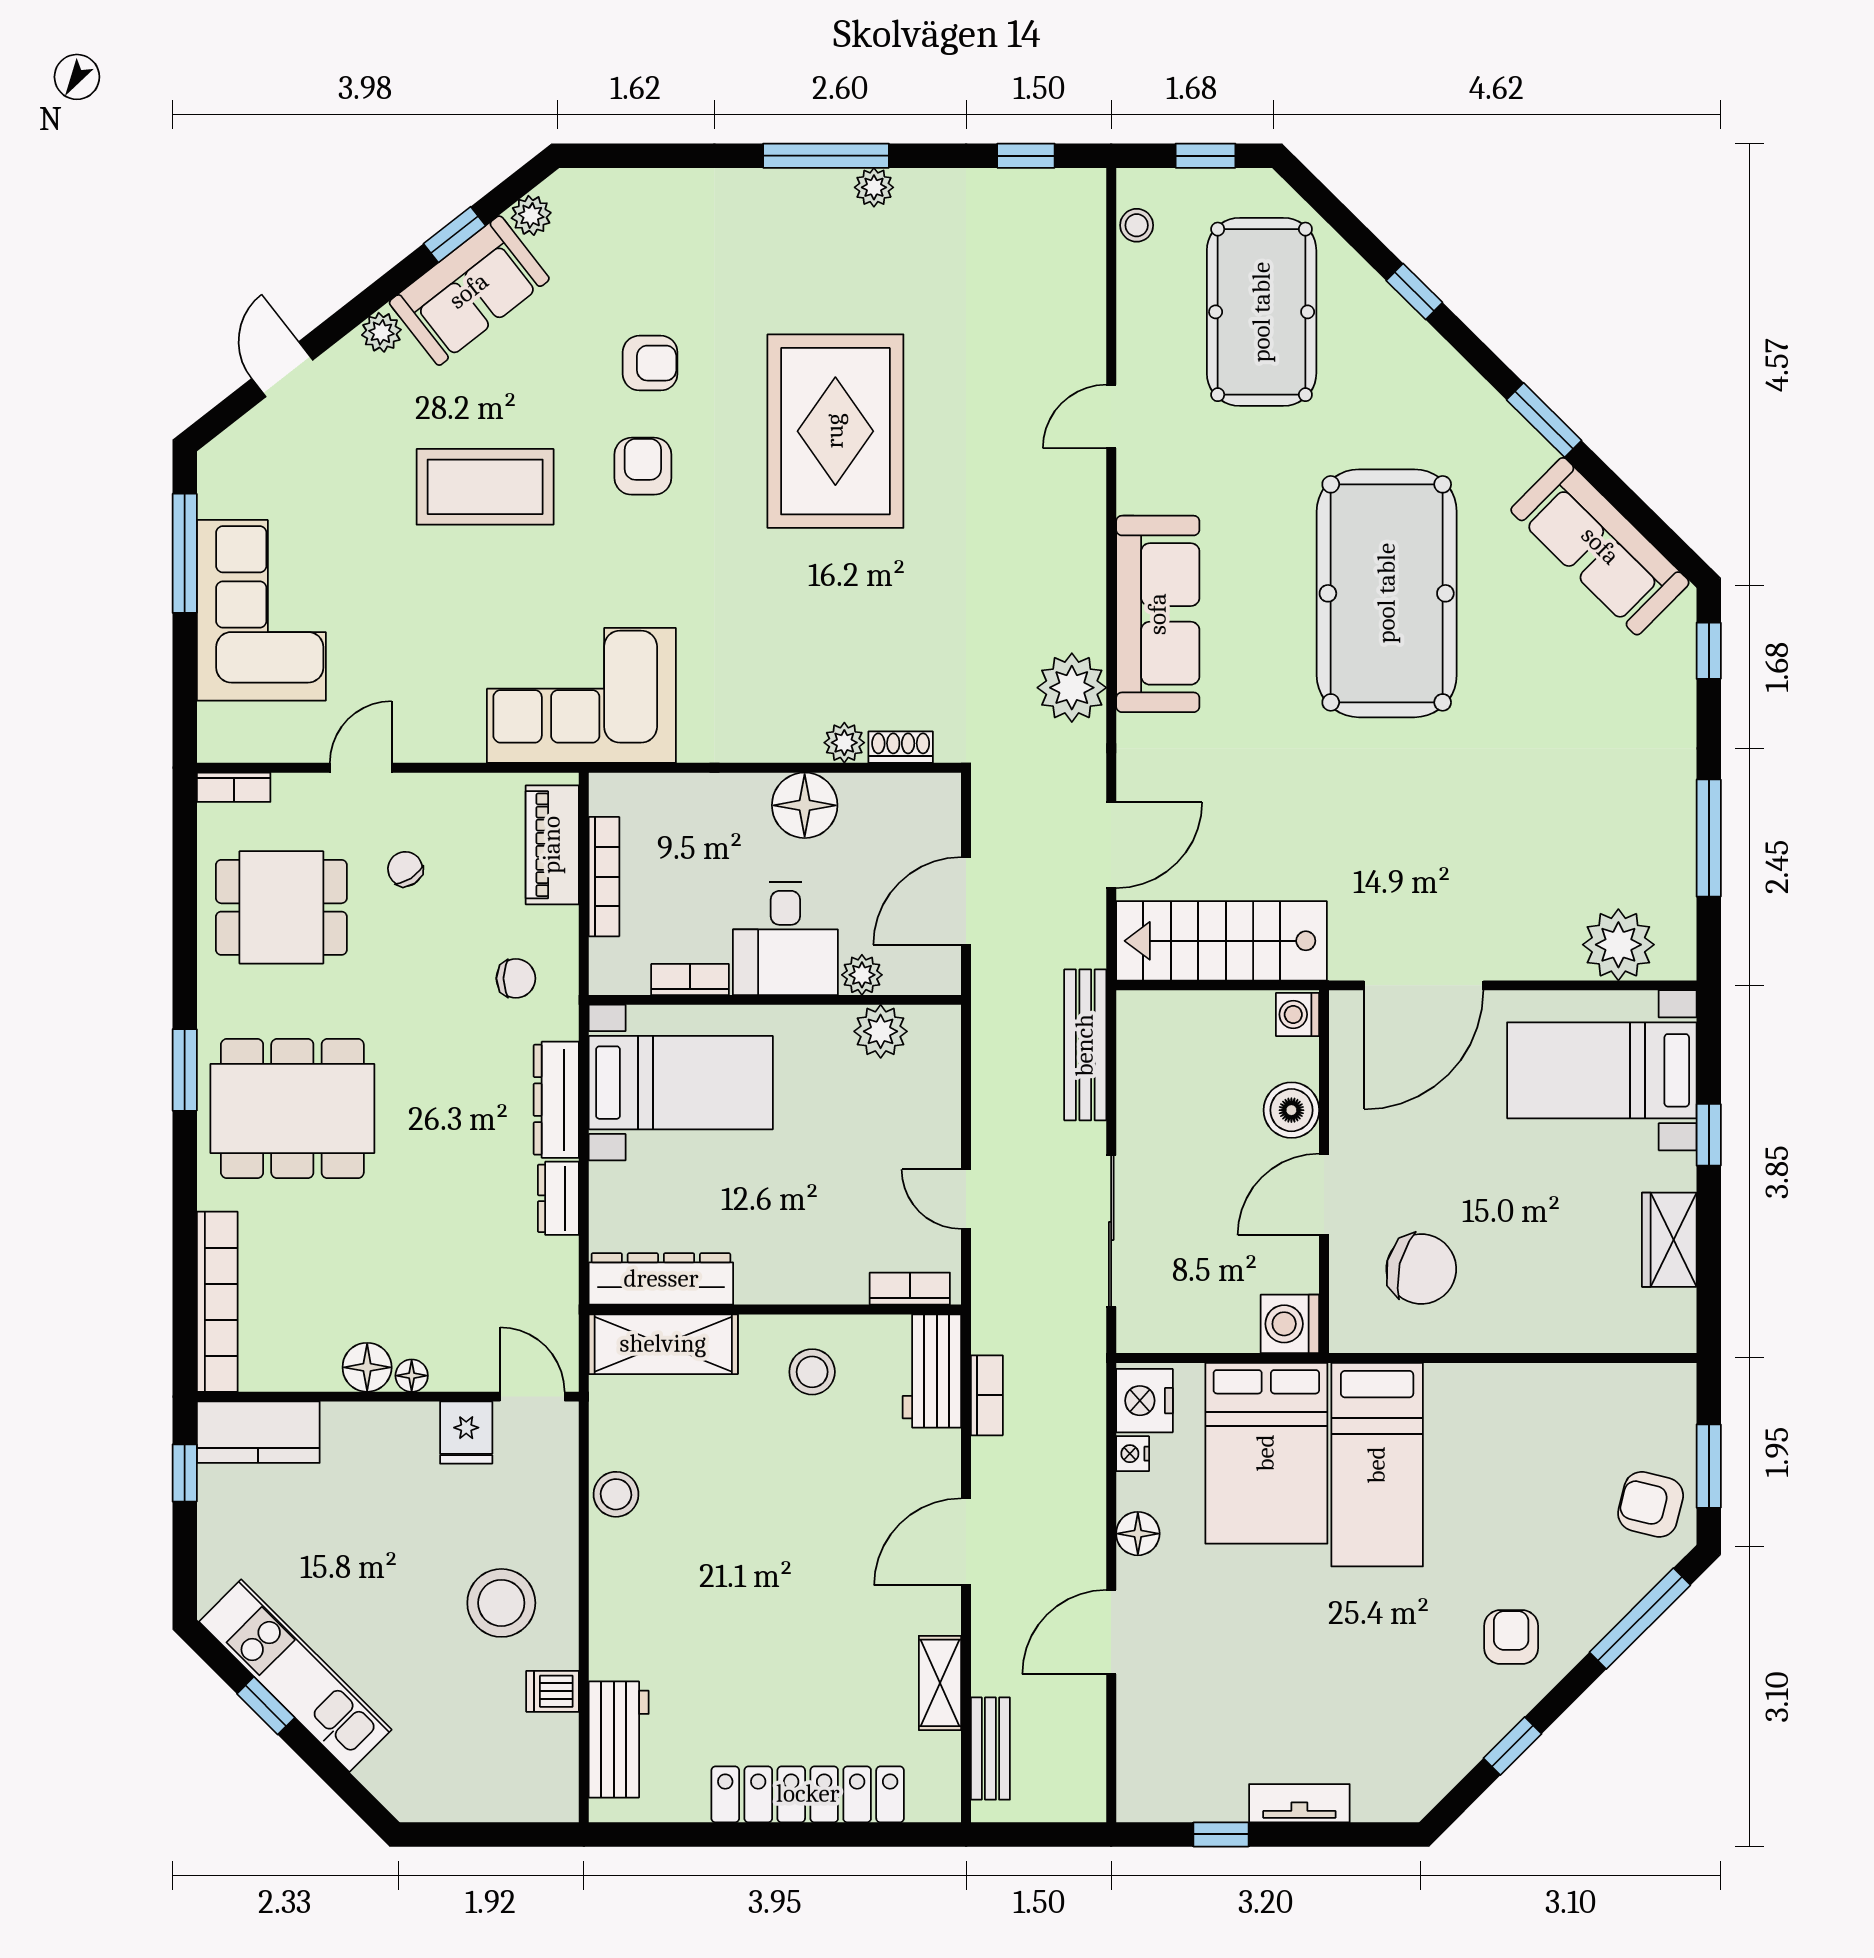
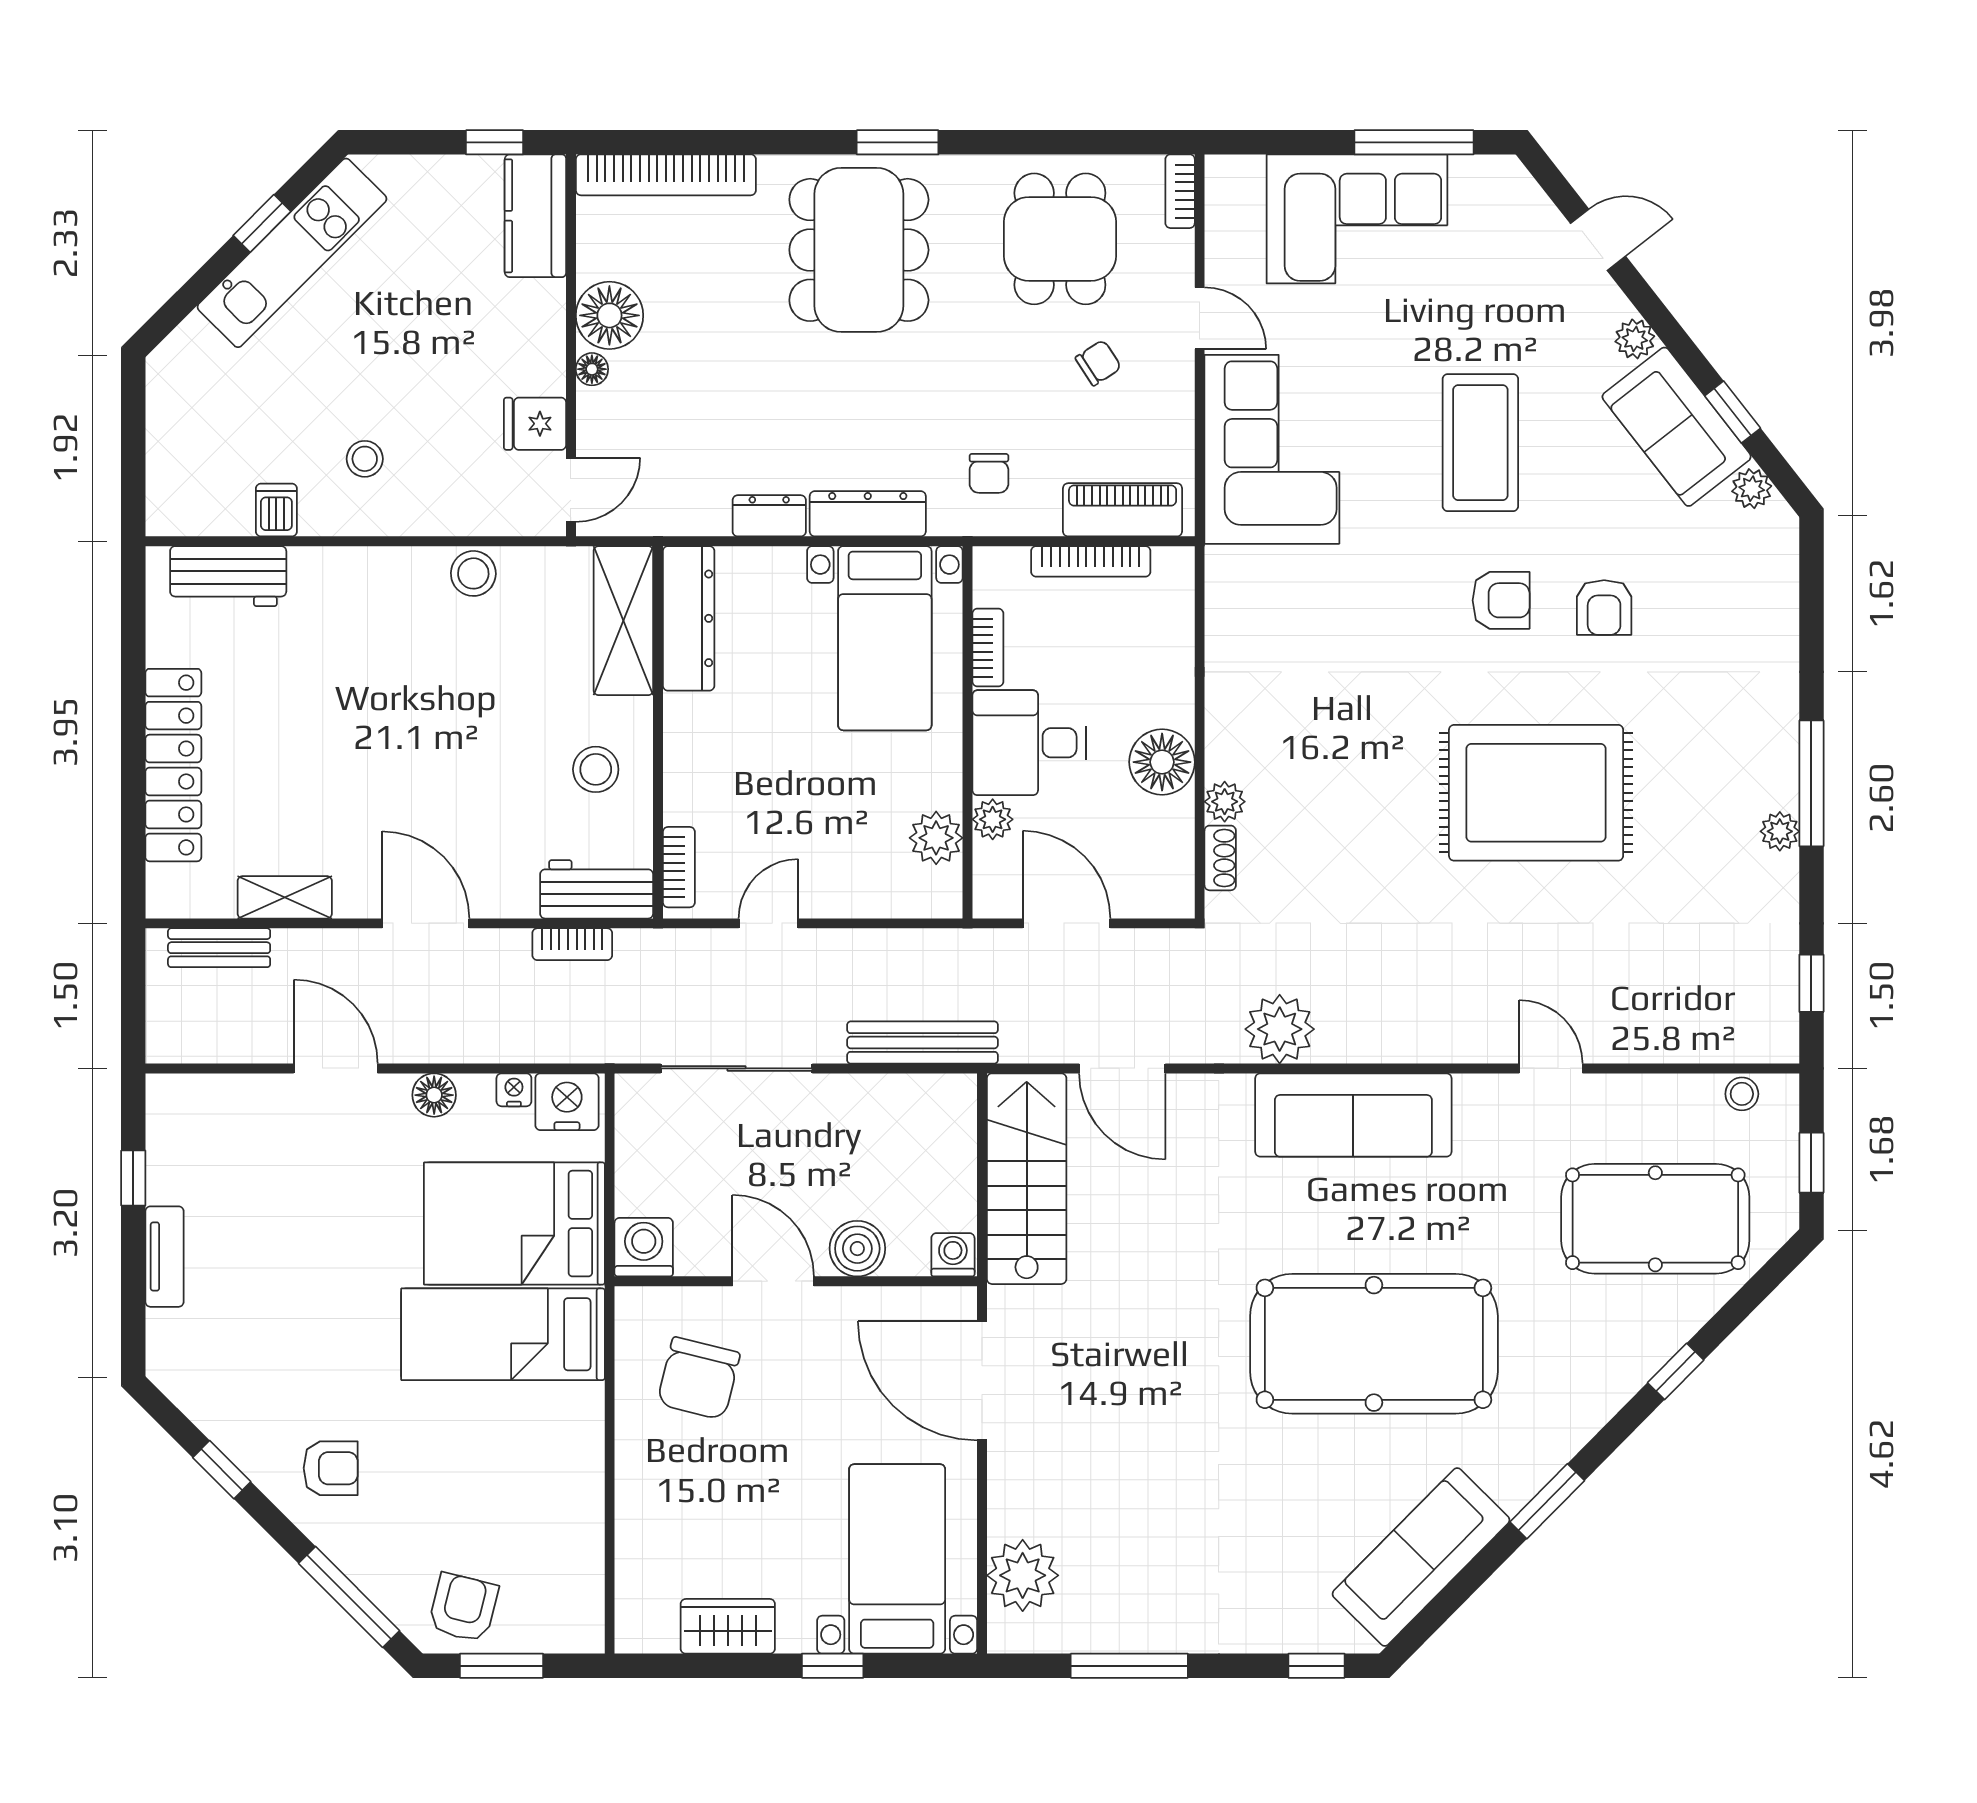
corner sofa: (581, 695) -> (1272, 449), moved
floor lamp: (367, 1367) -> (609, 315), width x1.38, depth x1.38
stool: (501, 1603) -> (365, 459), width x0.53, depth x0.53

